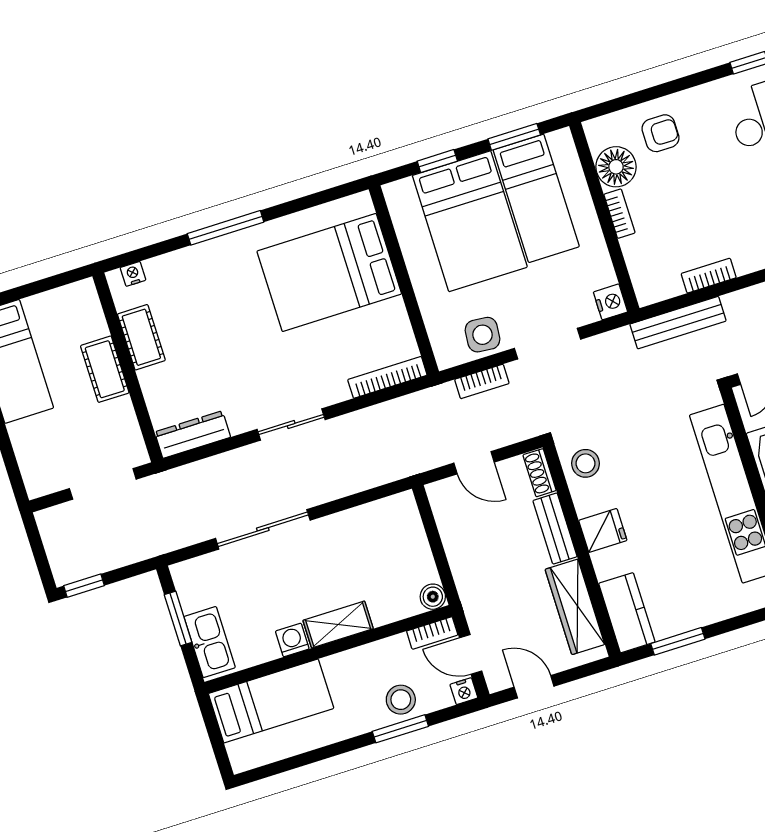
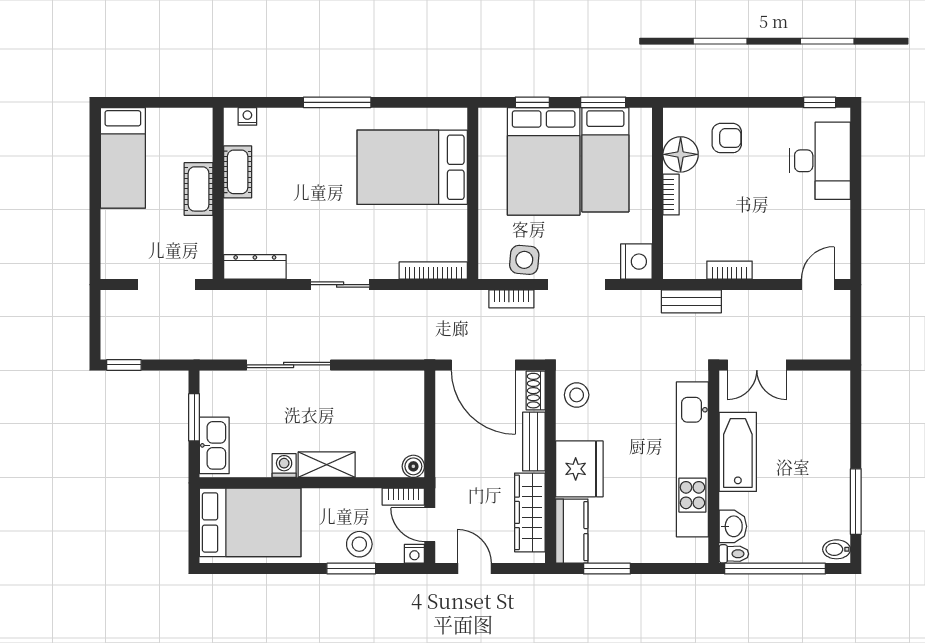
nightstand: (611, 302) -> (636, 262), width x1.36, depth x1.33
bench: (678, 323) -> (691, 301), width x0.73
door: (474, 463) -> (483, 365), width x1.88
fridge: (603, 530) -> (579, 469), width x1.88, depth x1.34
bed: (271, 701) -> (250, 522), width x1.50

